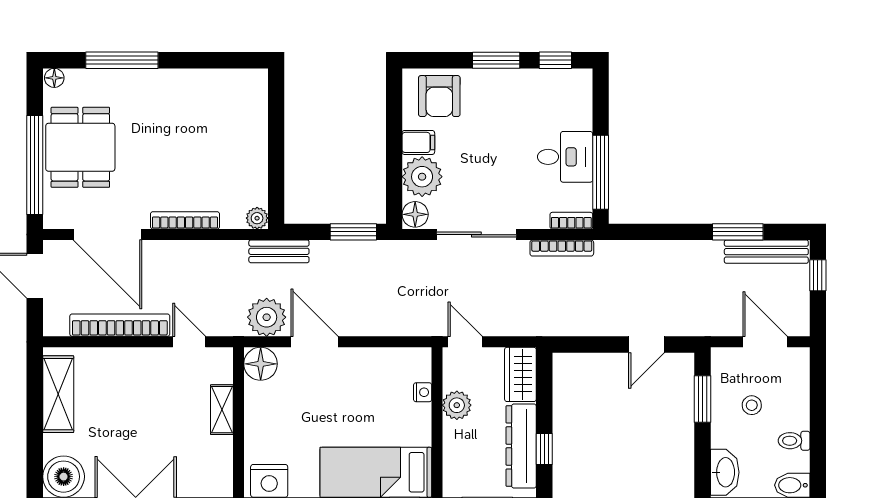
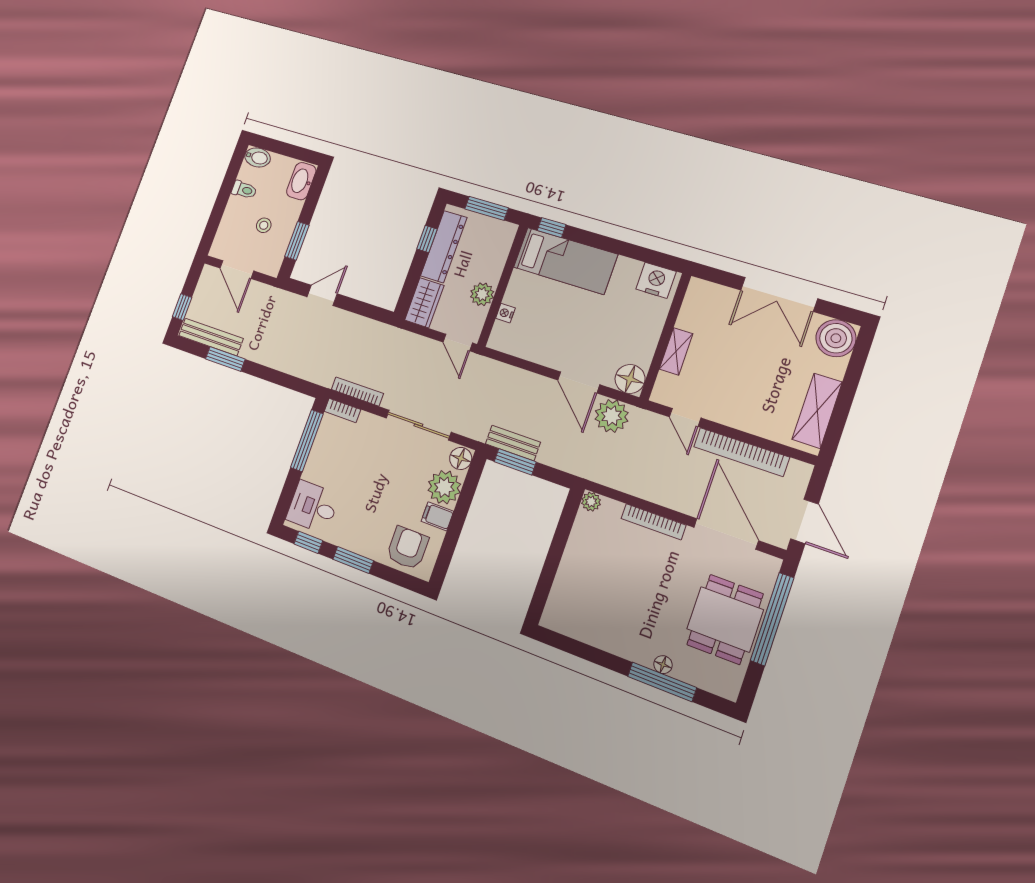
floor lamp: (54, 78) -> (663, 665), moved
desk: (565, 157) -> (313, 507), moved
bench: (279, 251) -> (513, 443), moved

